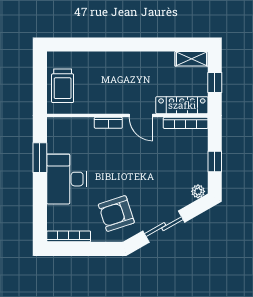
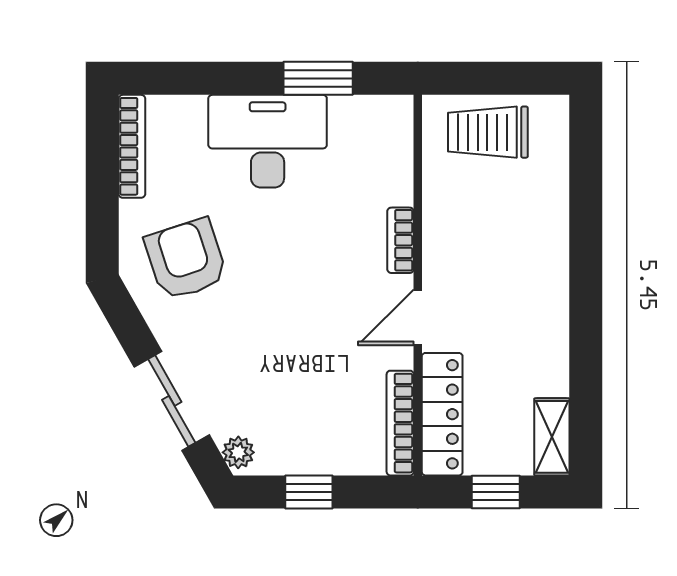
sliding door: (164, 227) -> (172, 401), moved

